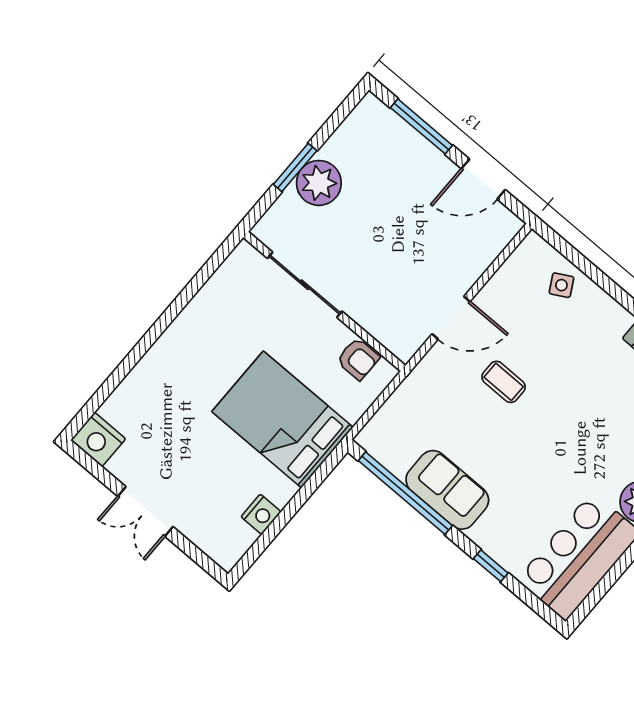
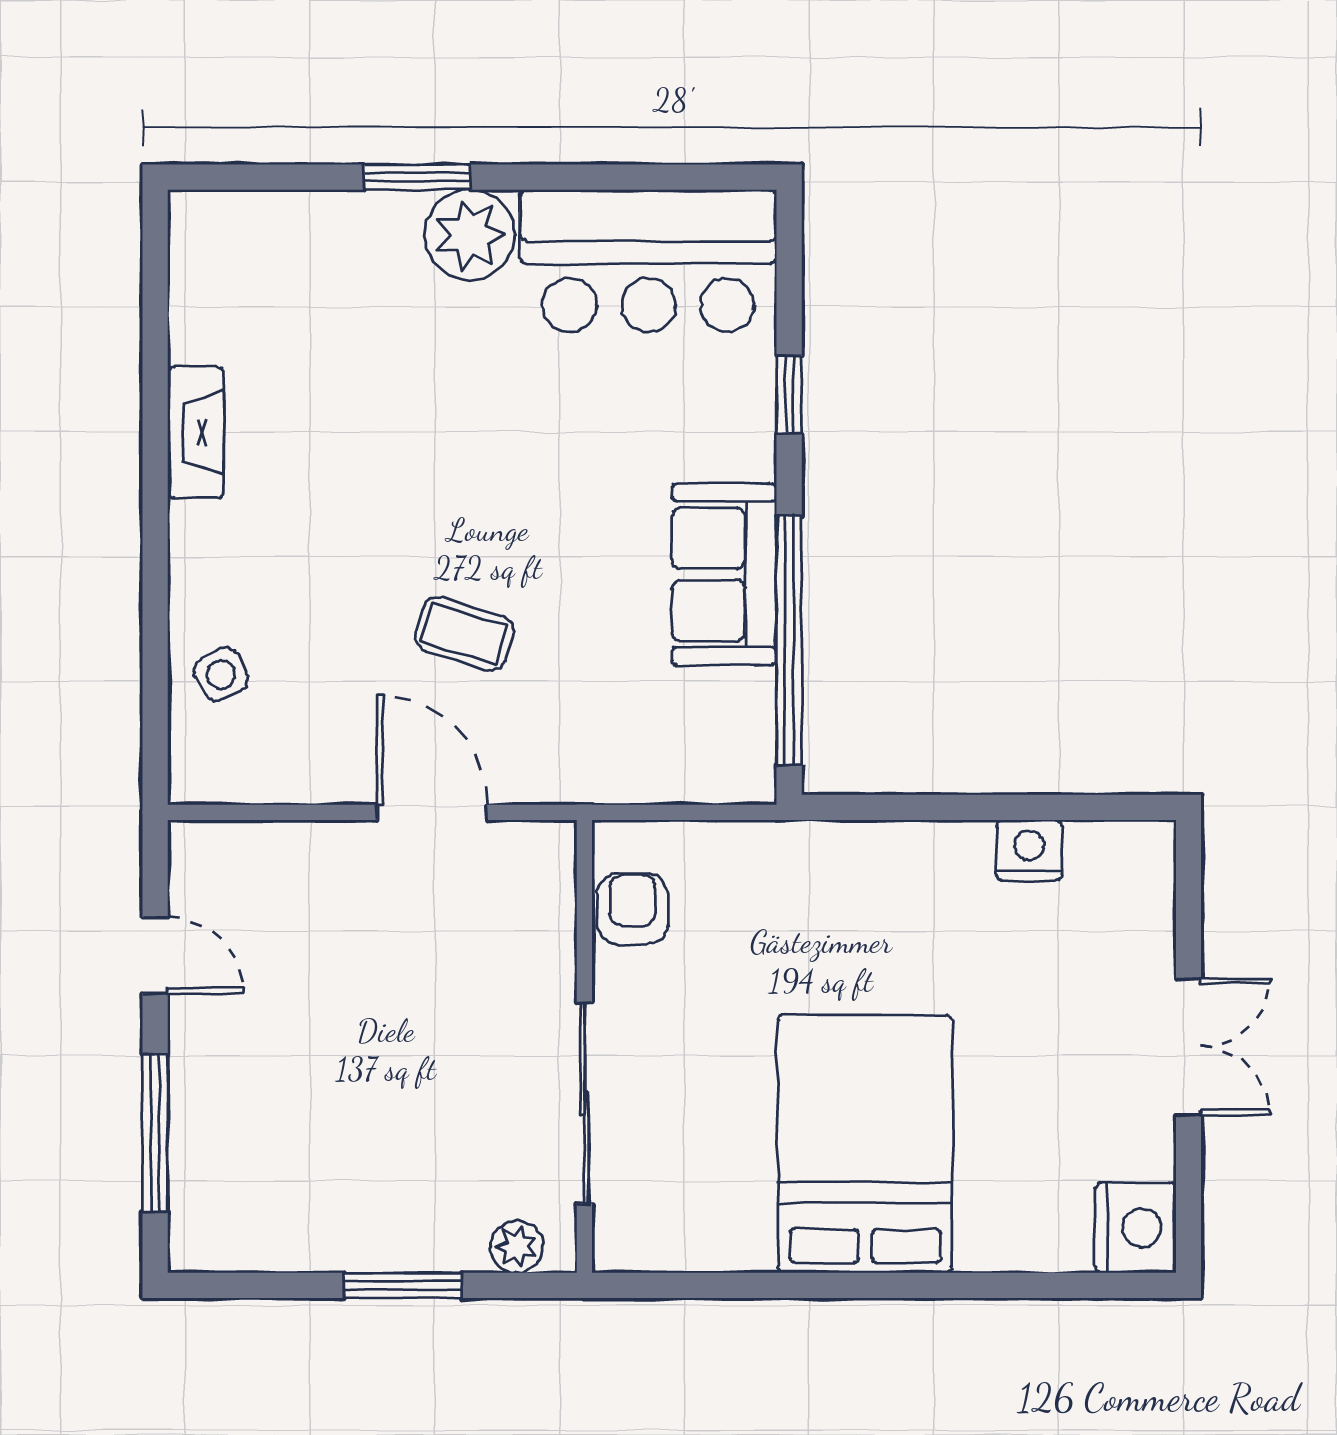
door: (483, 179) -> (155, 955), width x0.73
plant: (319, 183) -> (517, 1247), moved, width x0.53, depth x0.53
coffee table: (504, 382) -> (464, 634), turned -73
bed: (282, 419) -> (865, 1144), moved, turned 180

